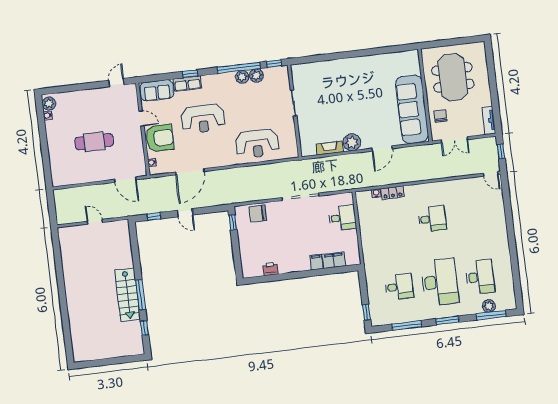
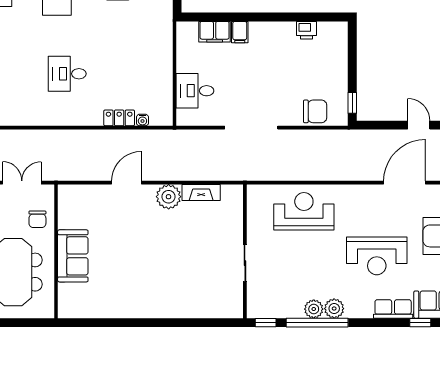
window: (190, 74) -> (420, 323), moved
plant: (256, 76) -> (334, 309), moved
sofa: (412, 109) -> (73, 256), width x0.54, depth x0.79
reception desk: (203, 119) -> (377, 256), turned 180

